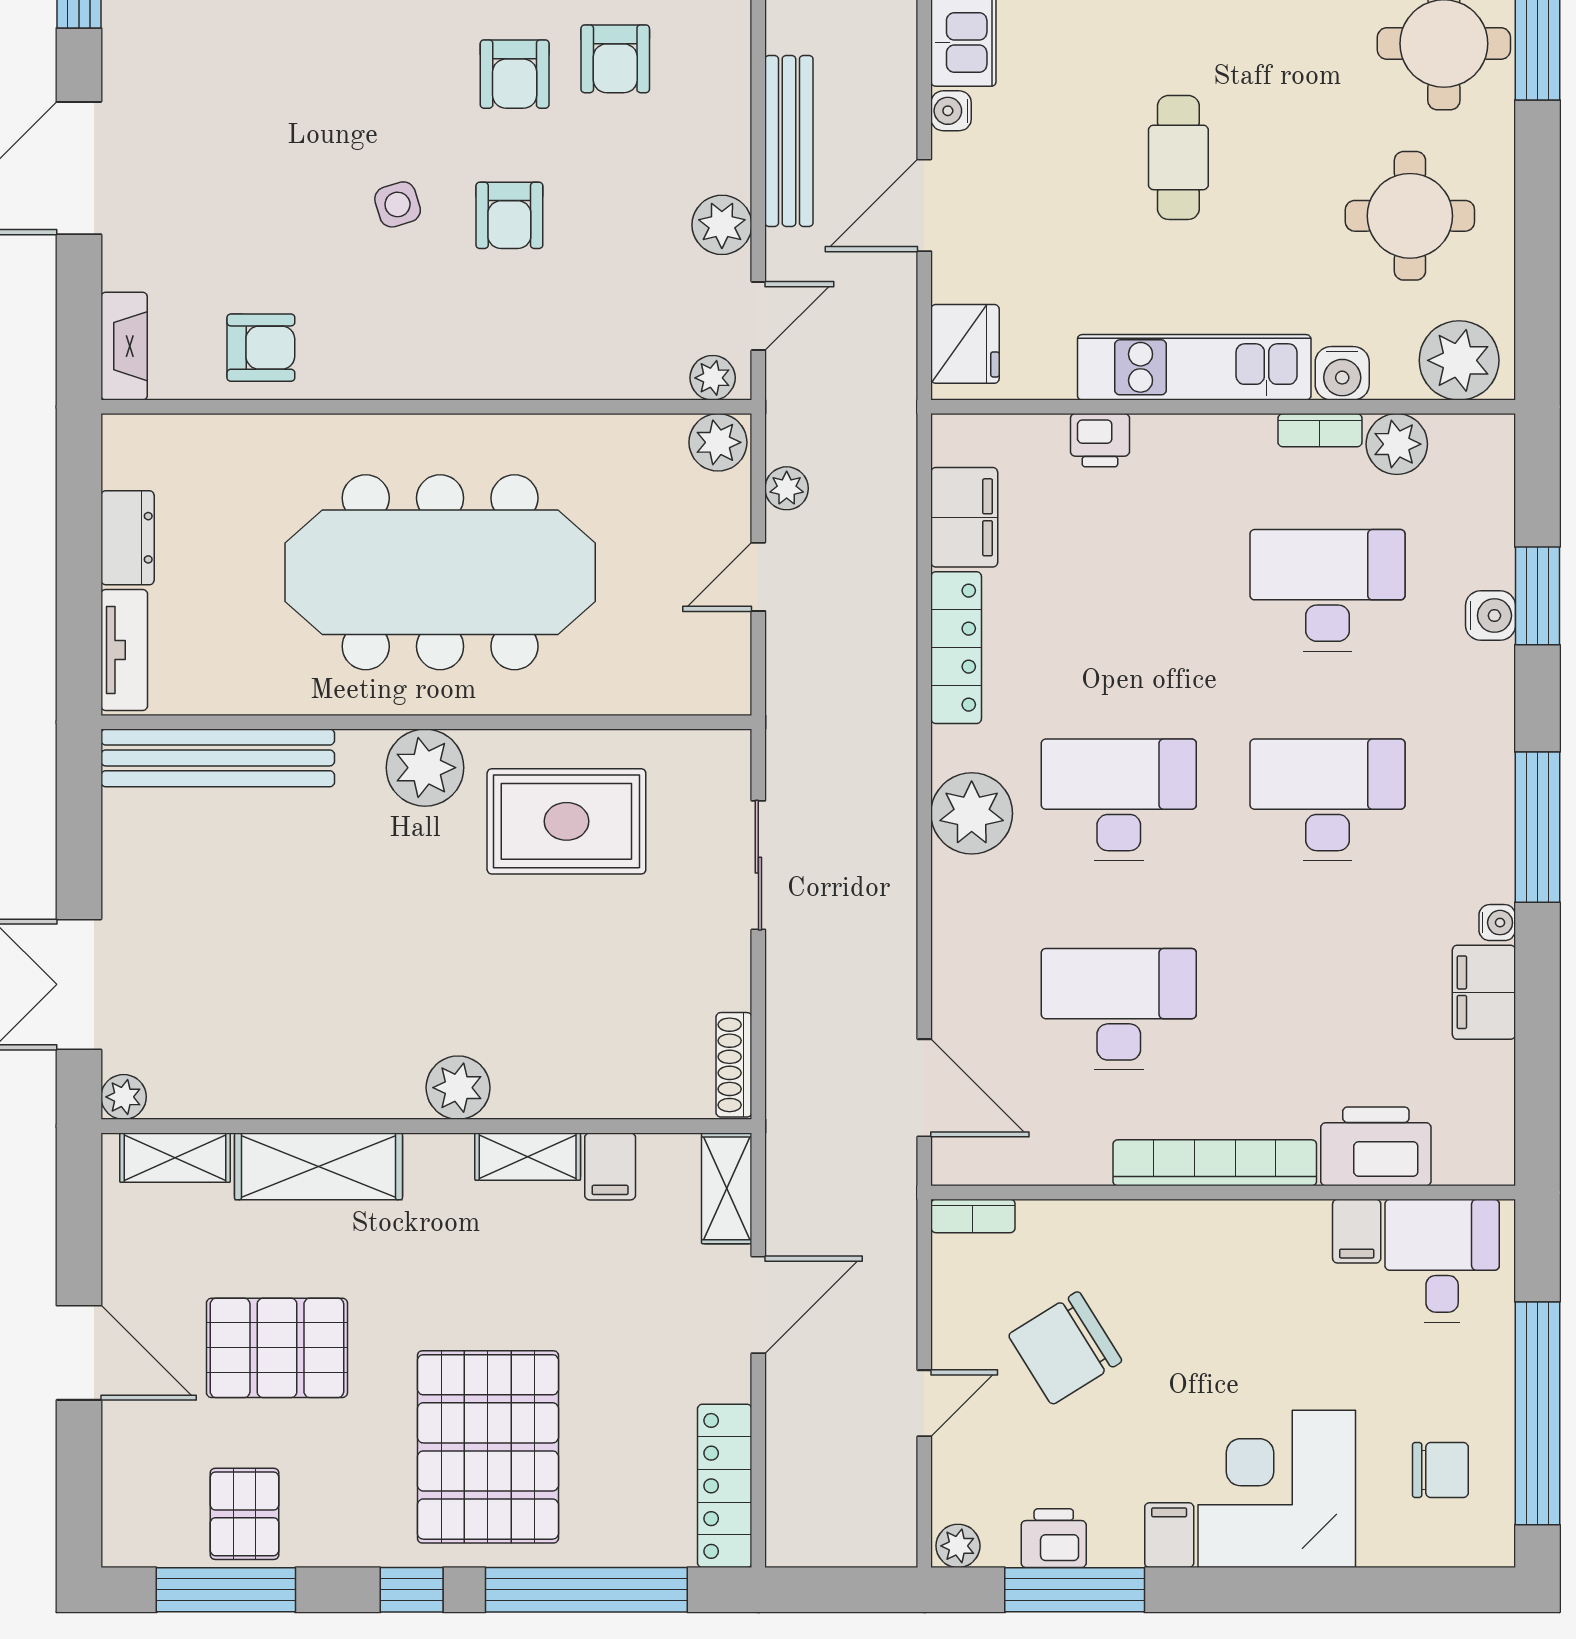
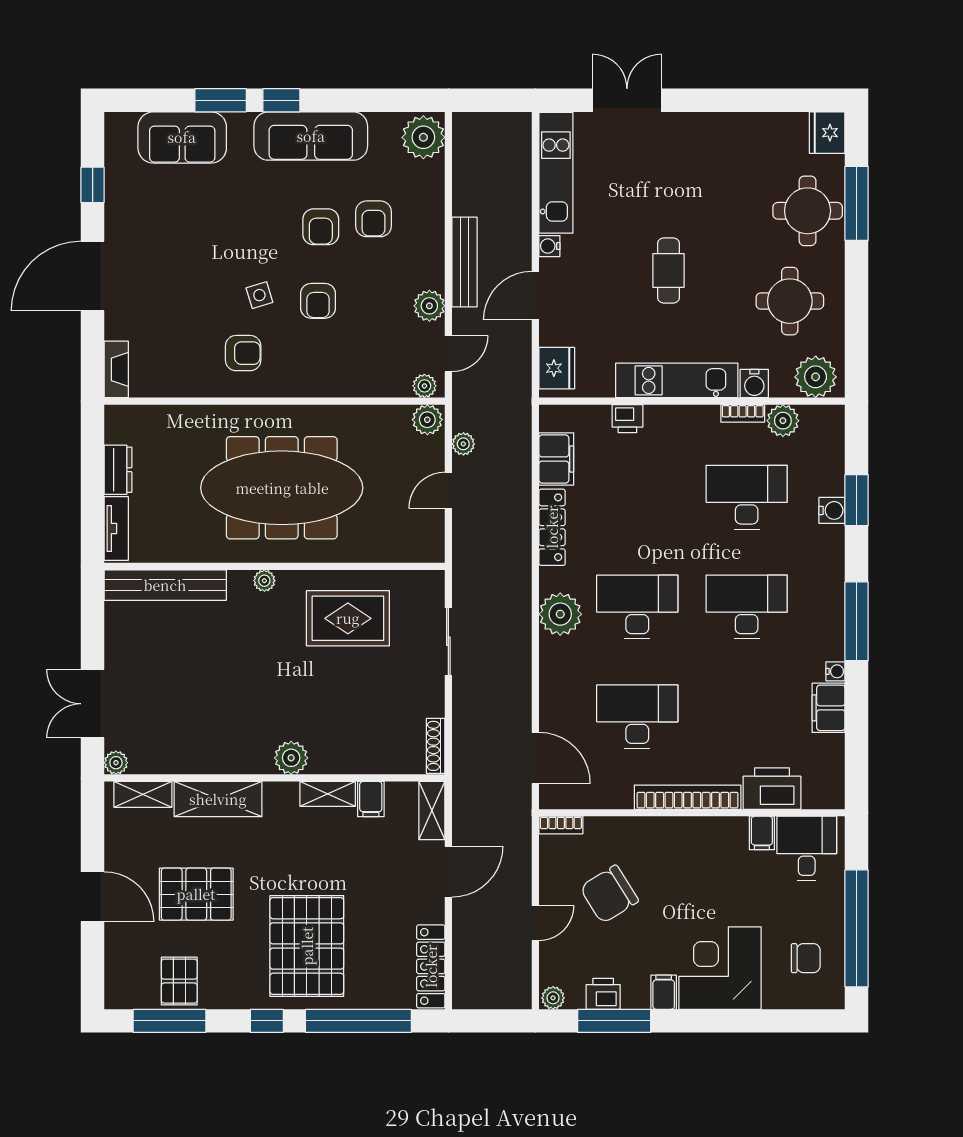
armchair: (261, 348) -> (243, 353), moved
plant: (425, 768) -> (264, 581), width x0.53, depth x0.53

